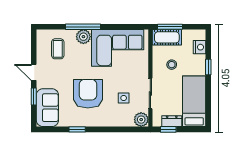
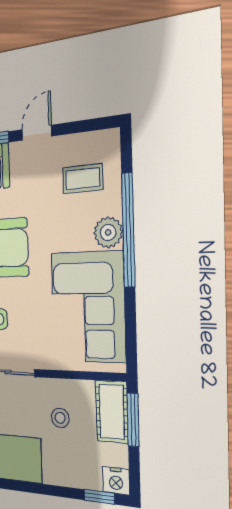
window: (83, 27) -> (128, 230), width x1.46
nightstand: (199, 47) -> (116, 481), moved
window: (208, 67) -> (99, 497), moved

